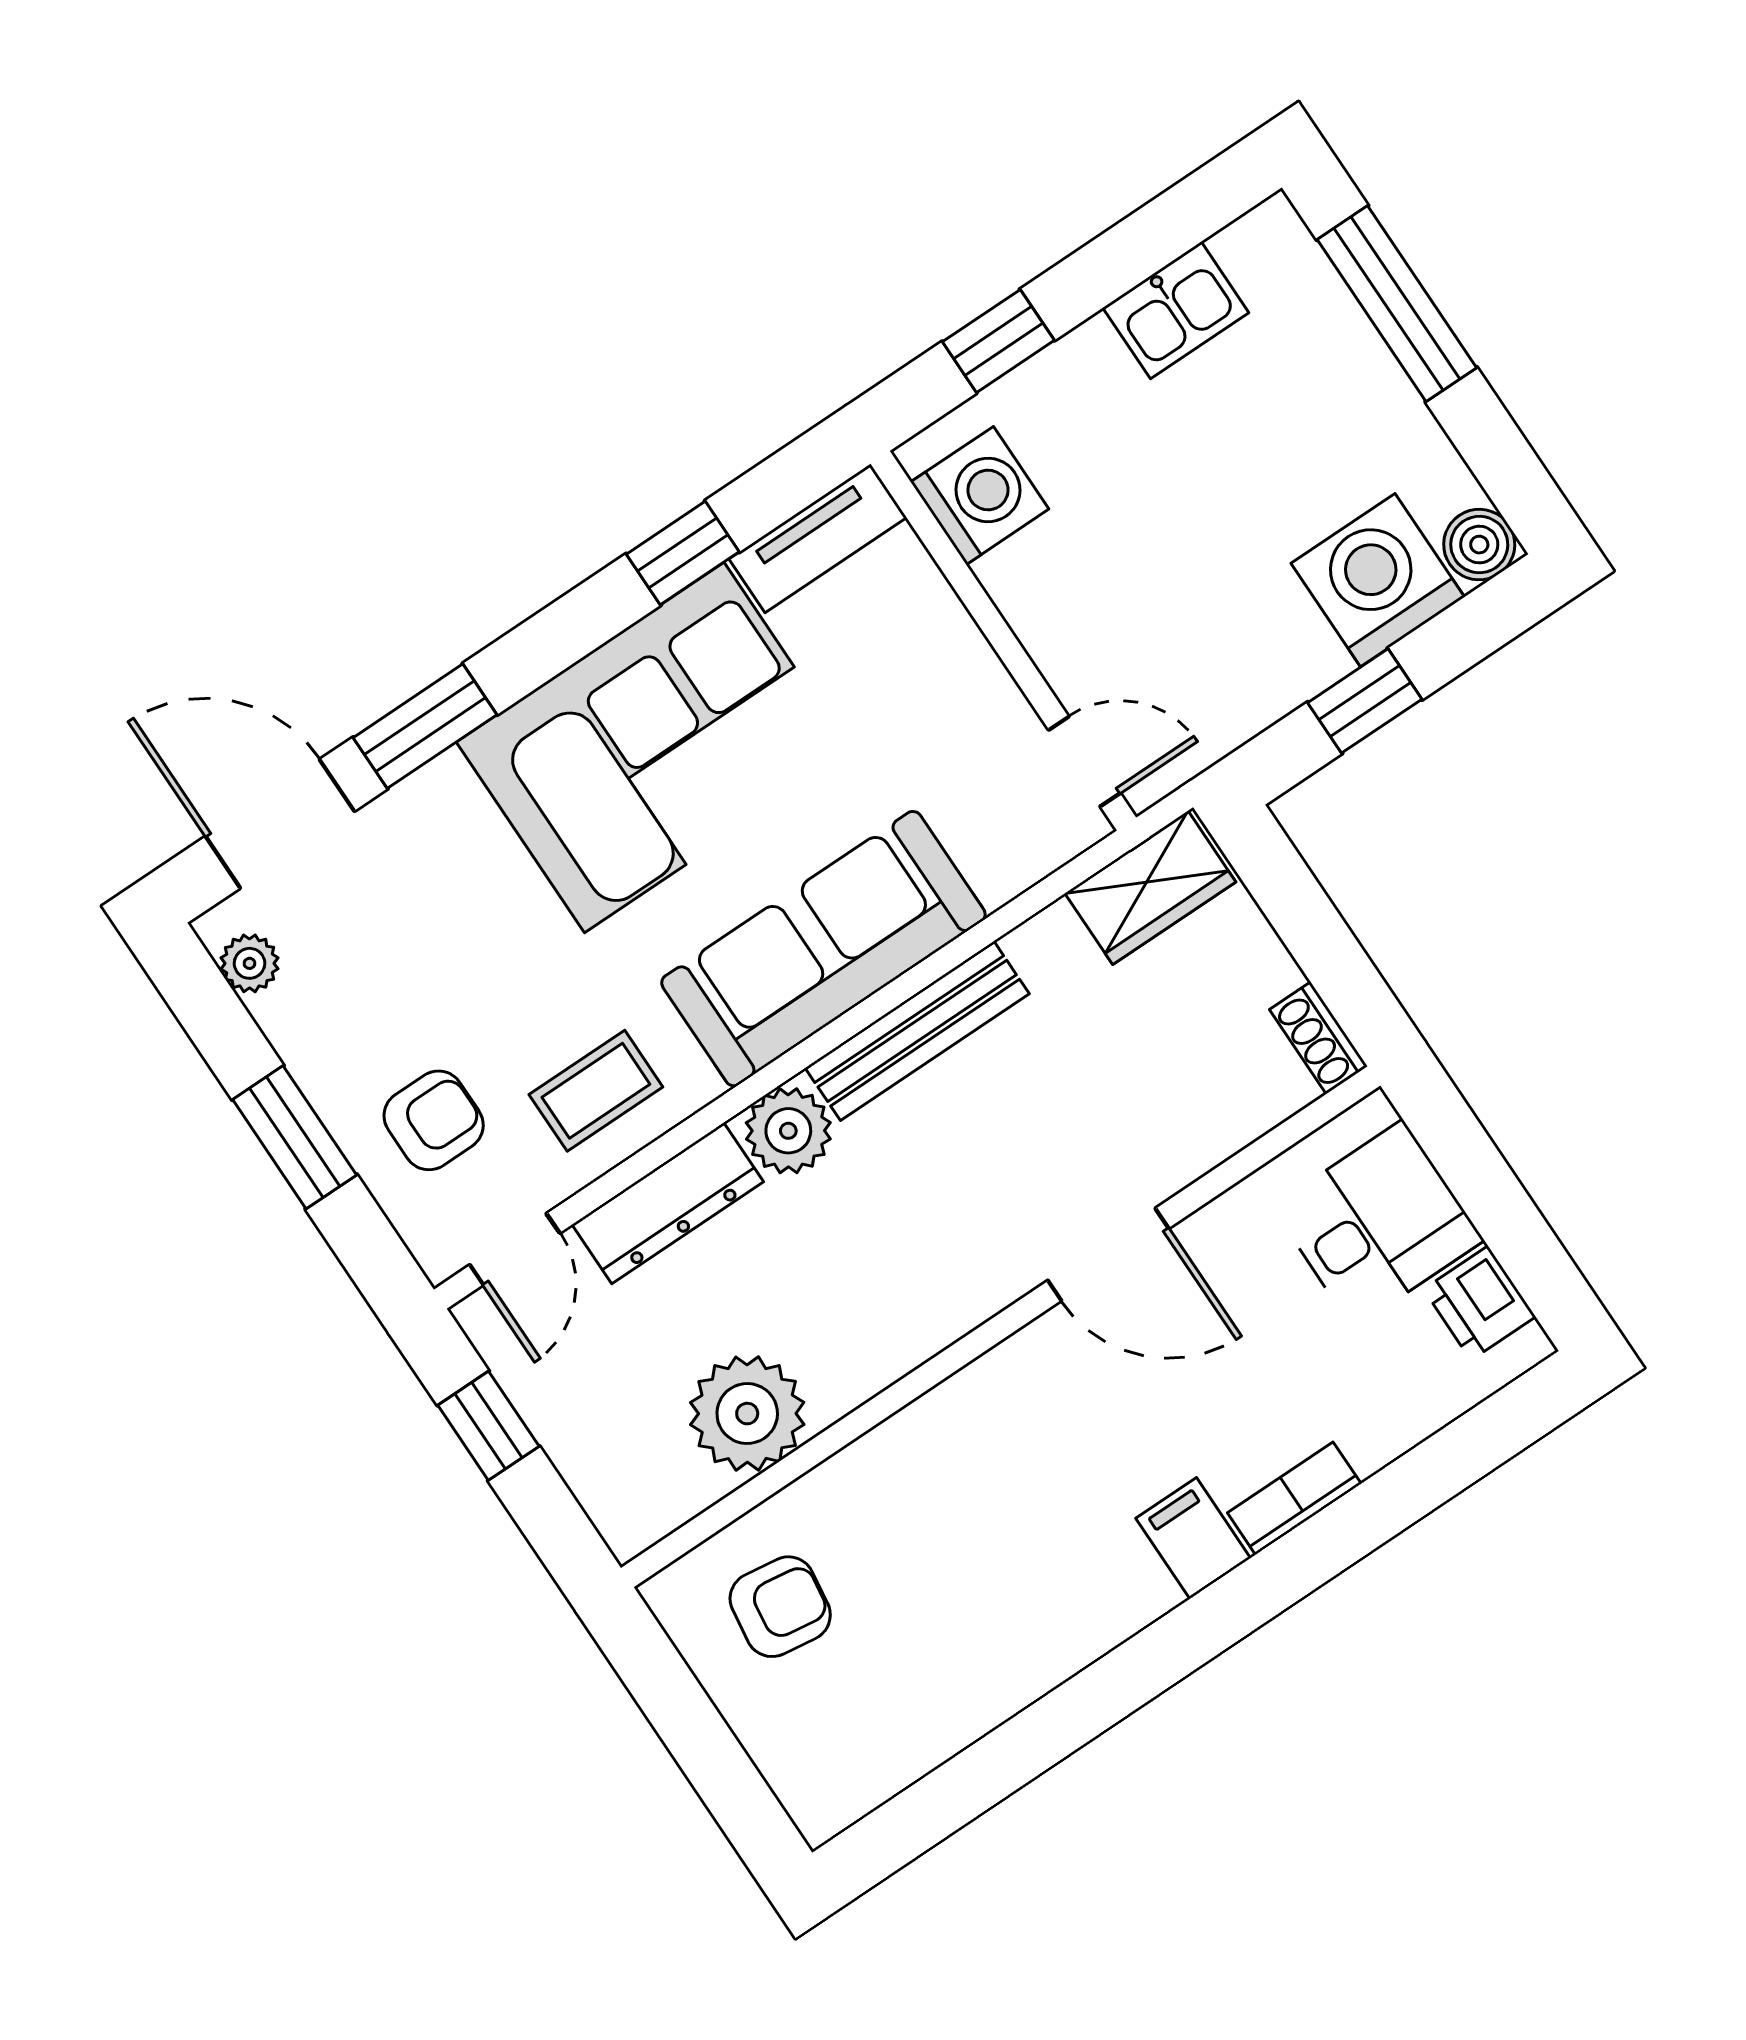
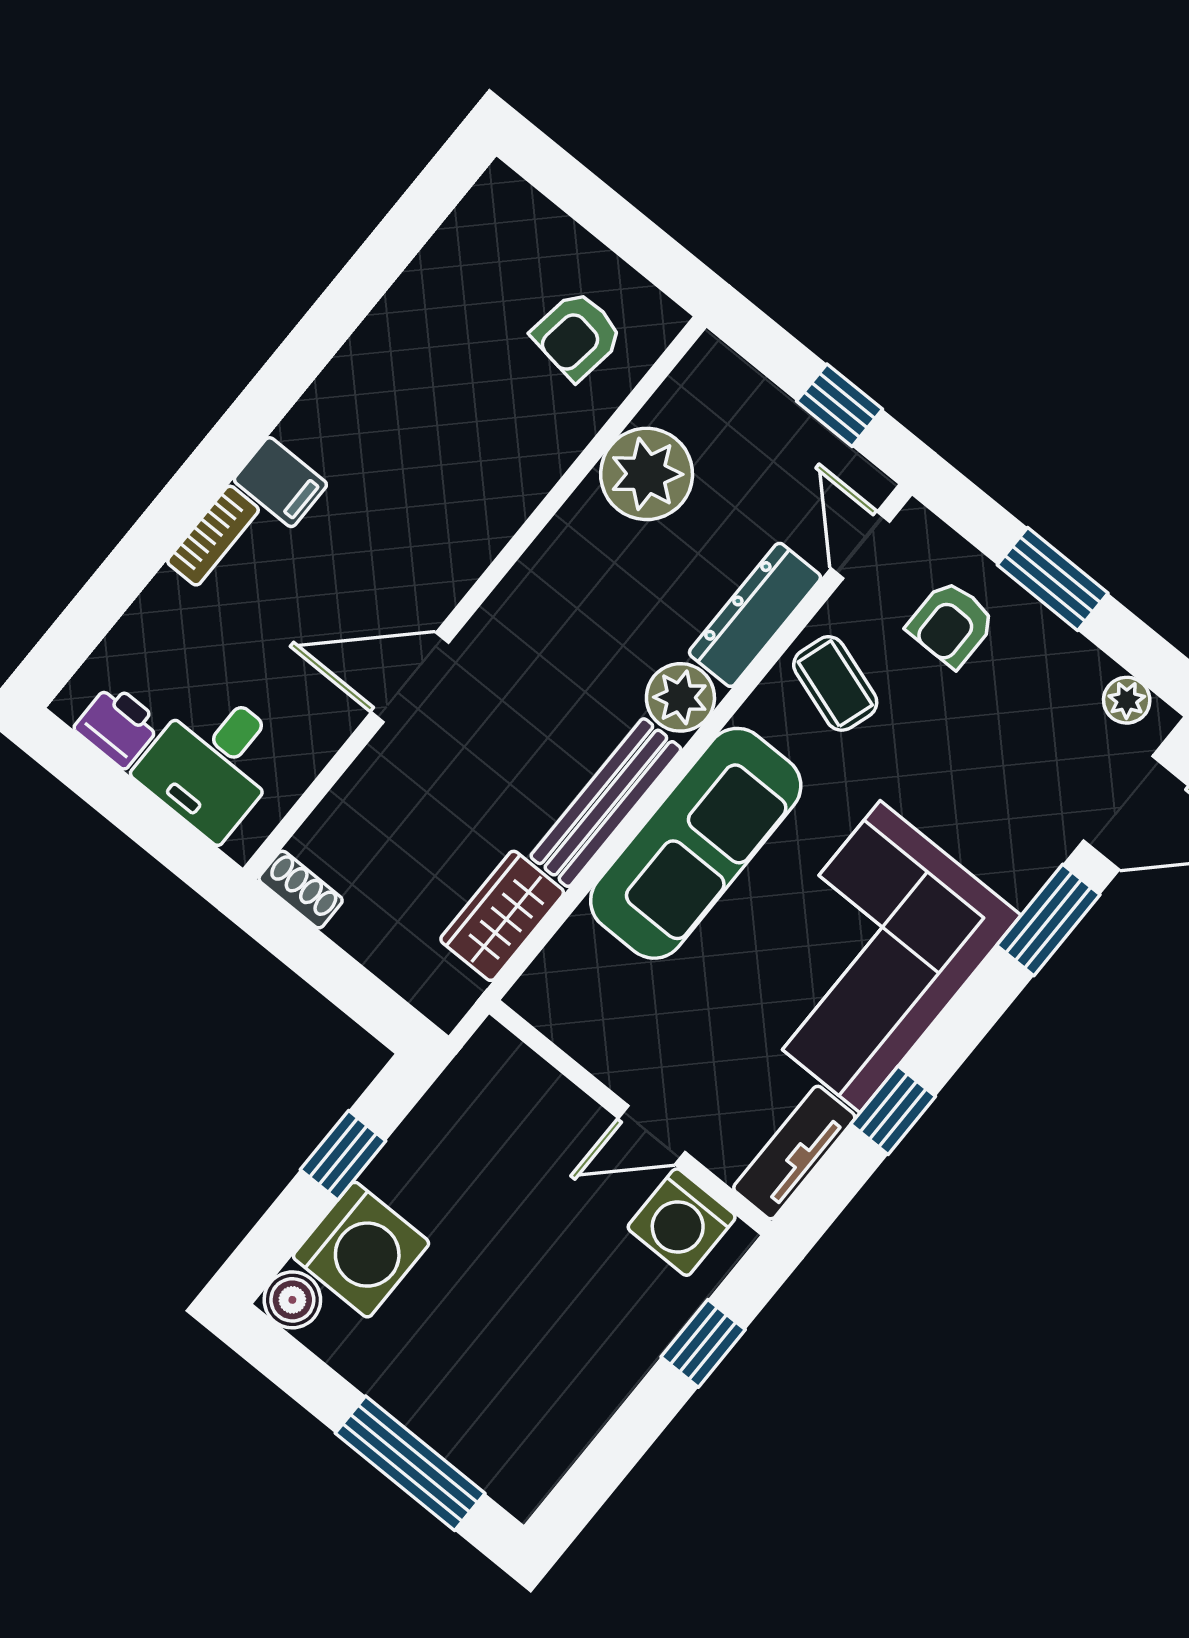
kitchen sink: (1176, 310) -> (576, 1407), removed
door: (1085, 761) -> (652, 1135), moved
wardrobe: (1150, 888) -> (502, 916), moved
coffee table: (596, 1091) -> (835, 683), turned -72

